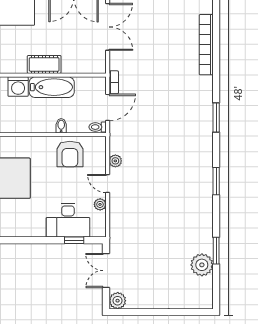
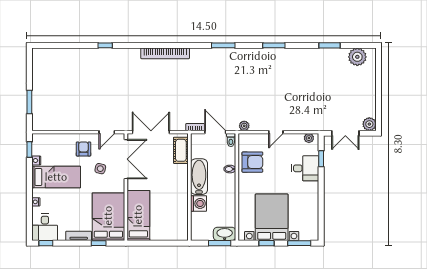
cot: (44, 64) -> (181, 150), moved
plant: (115, 161) -> (244, 126), moved
plant: (100, 204) -> (309, 138), moved
desk: (68, 220) -> (305, 168), width x0.73
plant: (202, 265) -> (357, 57), moved

